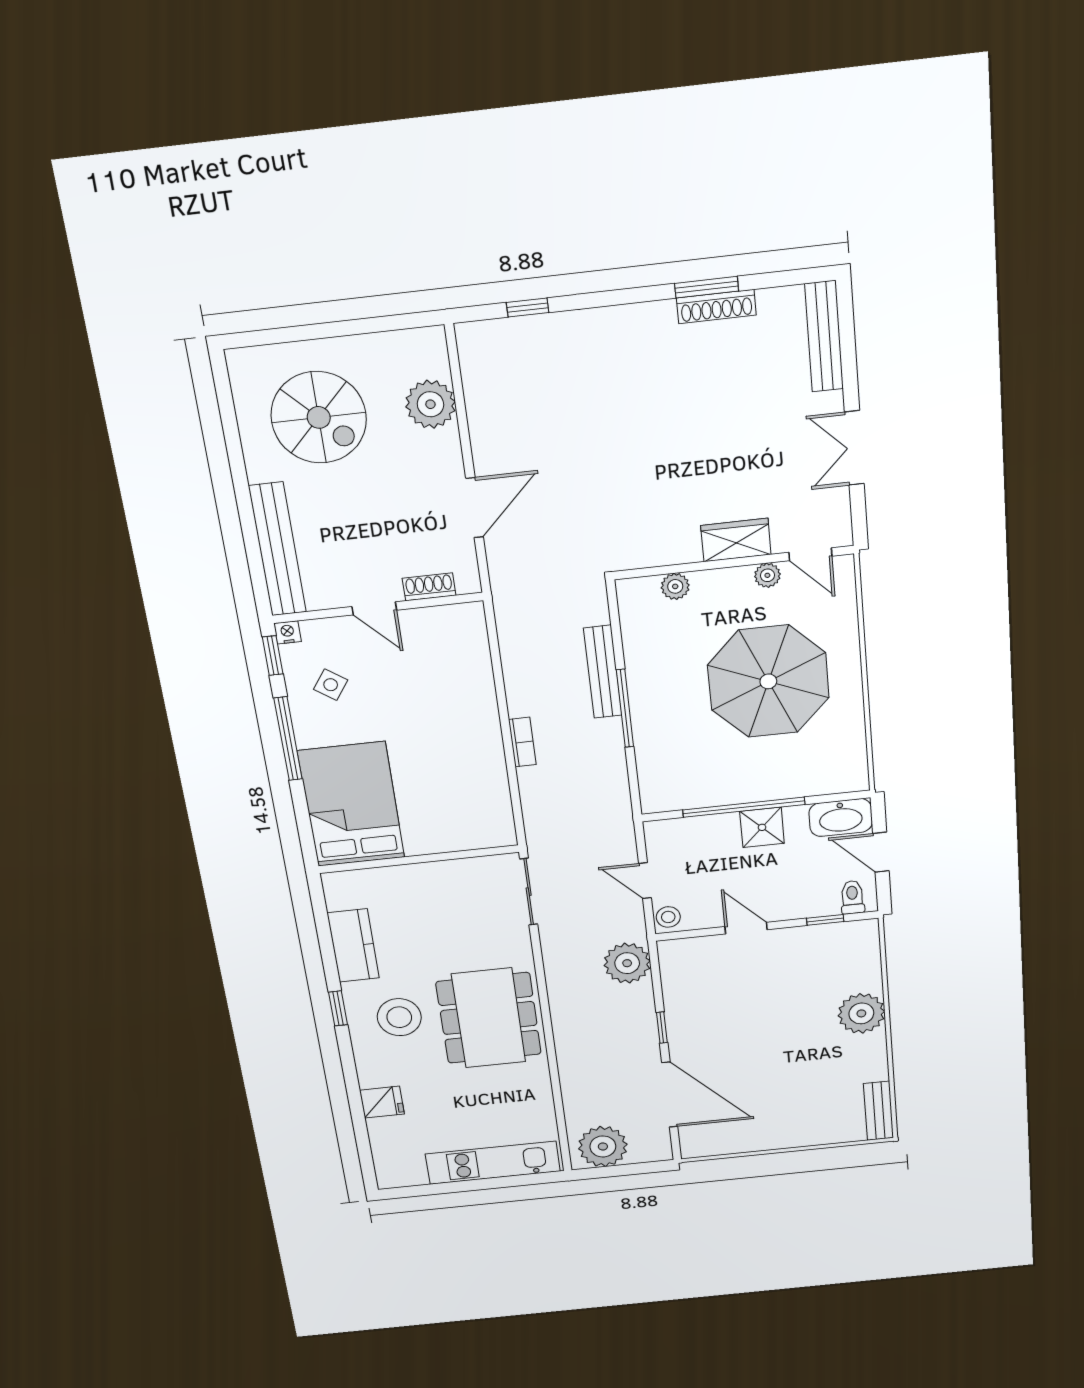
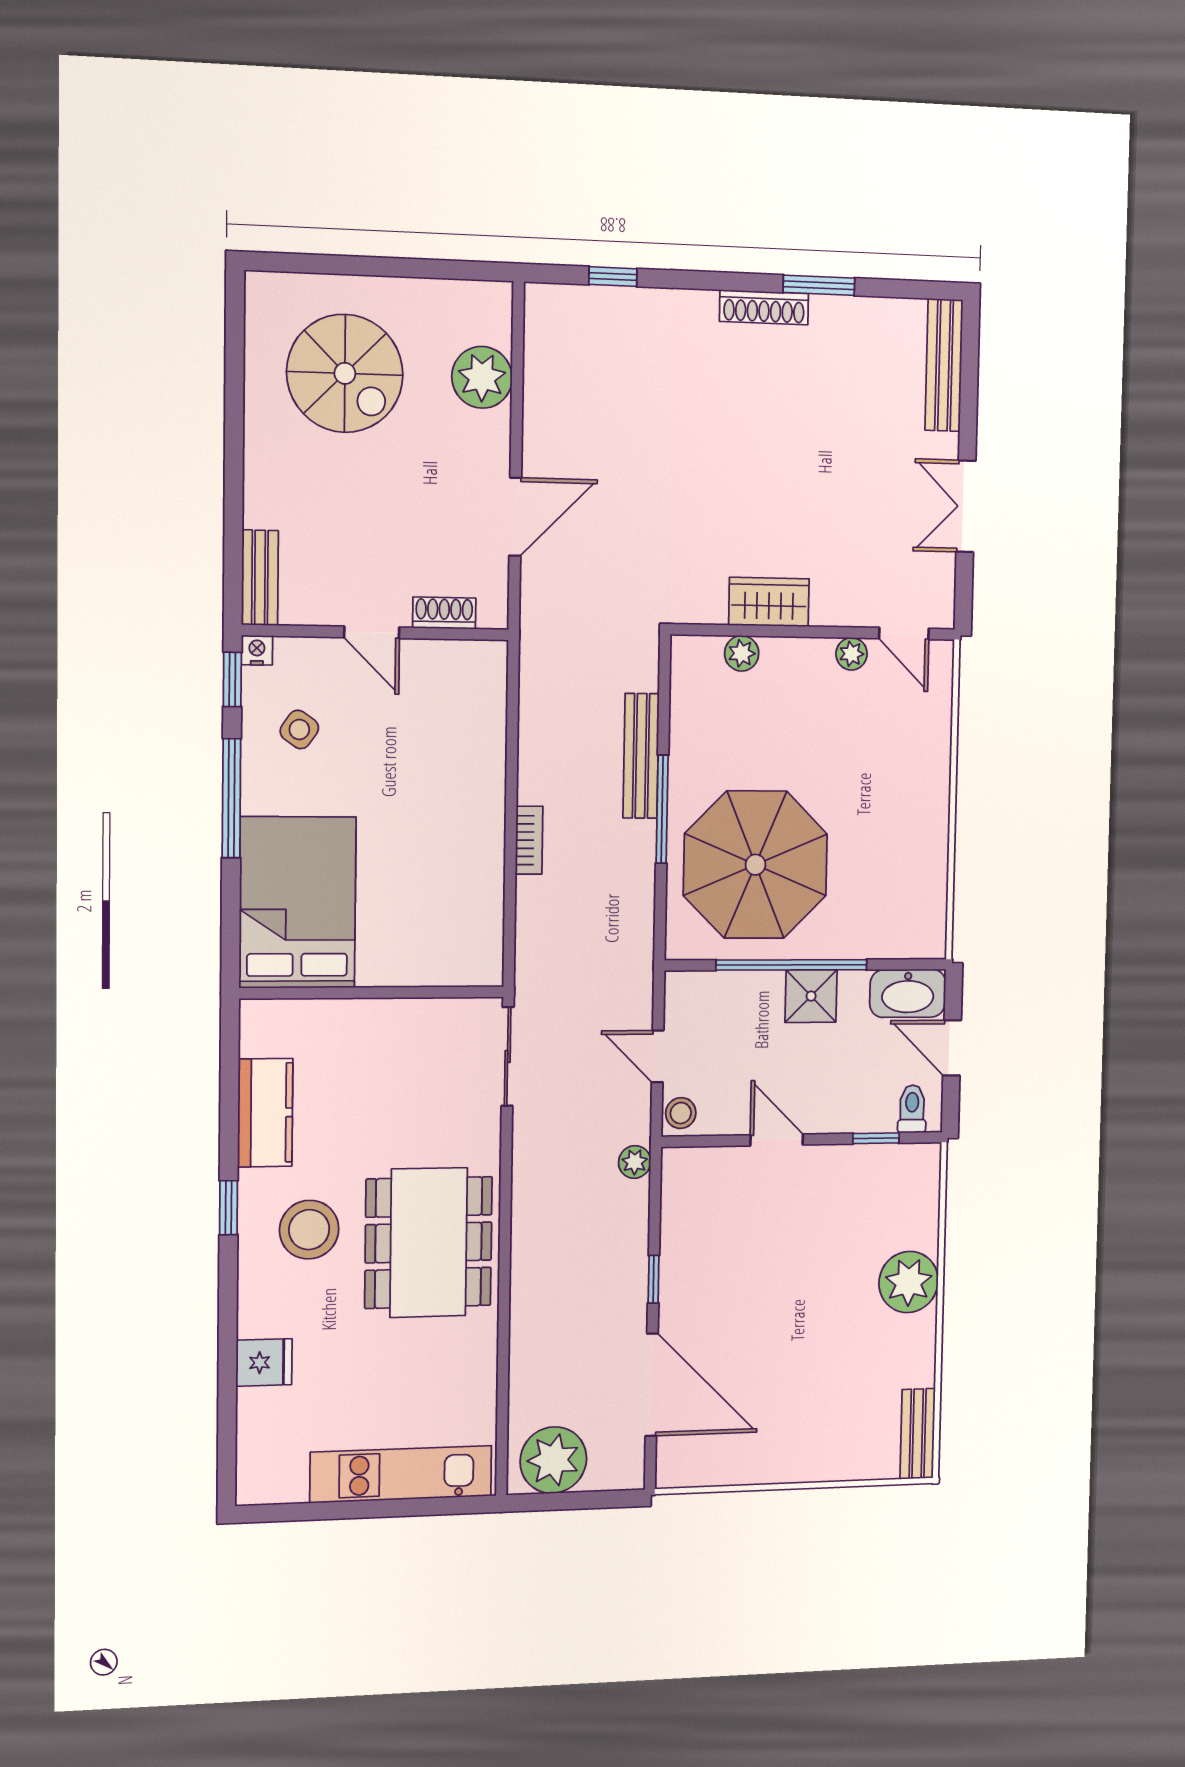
shoe rack: (716, 307) -> (764, 307), moved
wardrobe: (736, 540) -> (769, 602), moved
bench: (277, 549) -> (260, 578), width x0.54, depth x0.82
parasol: (768, 681) -> (756, 865), moved
plant: (627, 963) -> (635, 1162), width x0.53, depth x0.53

